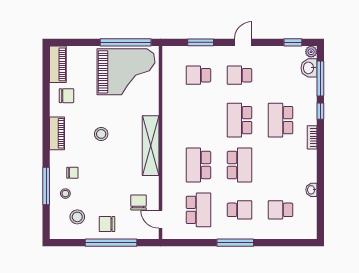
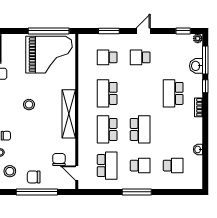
washbasin: (309, 68) -> (196, 66), moved
school desk: (240, 120) -> (107, 93), moved
school desk: (281, 210) -> (173, 166), turned 180

